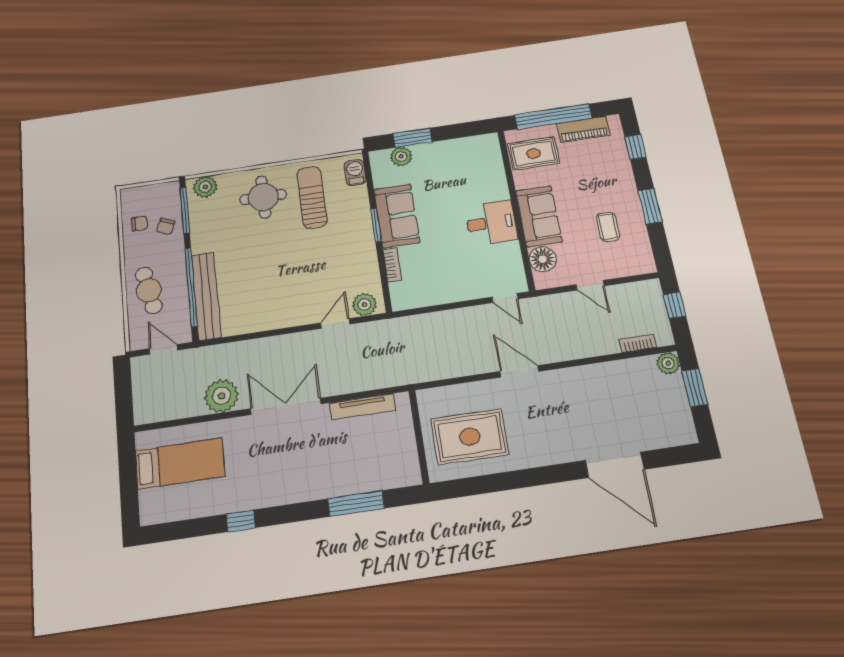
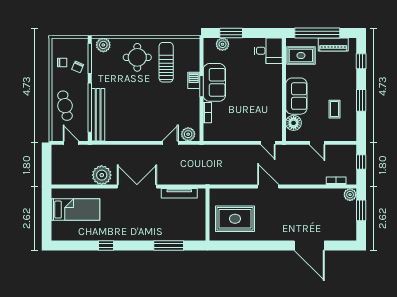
barbecue: (355, 173) -> (194, 80), moved
desk: (491, 223) -> (268, 51), moved

